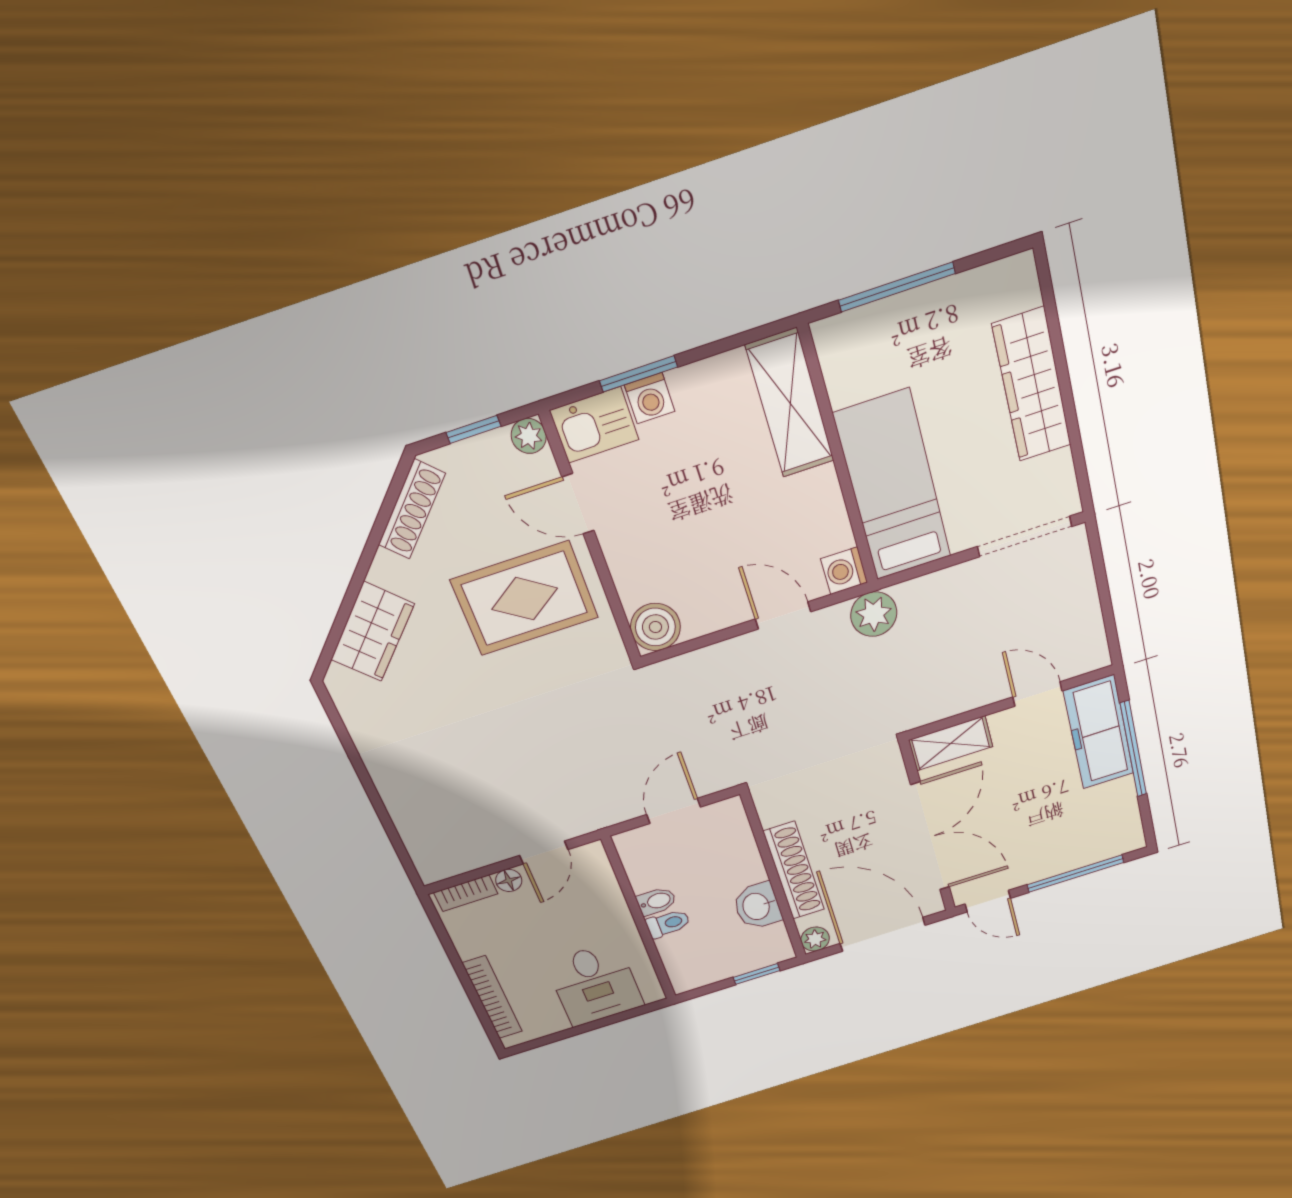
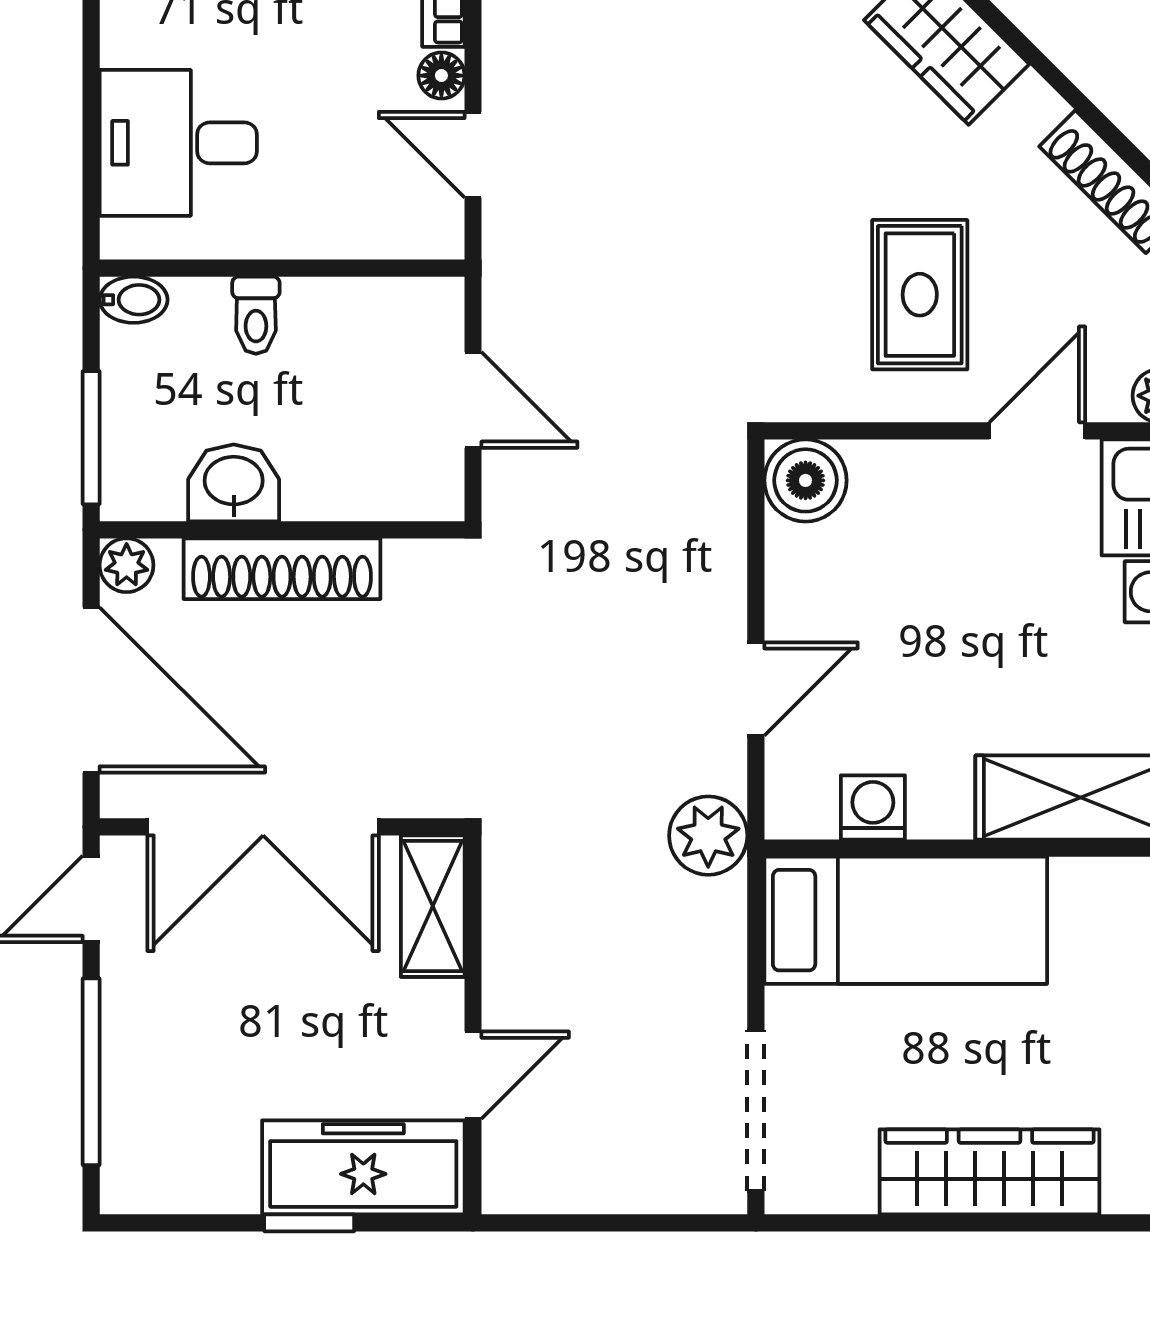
washing machine: (844, 571) -> (873, 807), moved
rug: (525, 599) -> (920, 295), width x0.73, depth x0.70
window: (1133, 749) -> (309, 1223), width x0.46
bidet: (656, 901) -> (134, 300), moved, turned -90
door: (883, 934) -> (91, 690), hinge flipped
window: (757, 974) -> (91, 438), width x1.50

